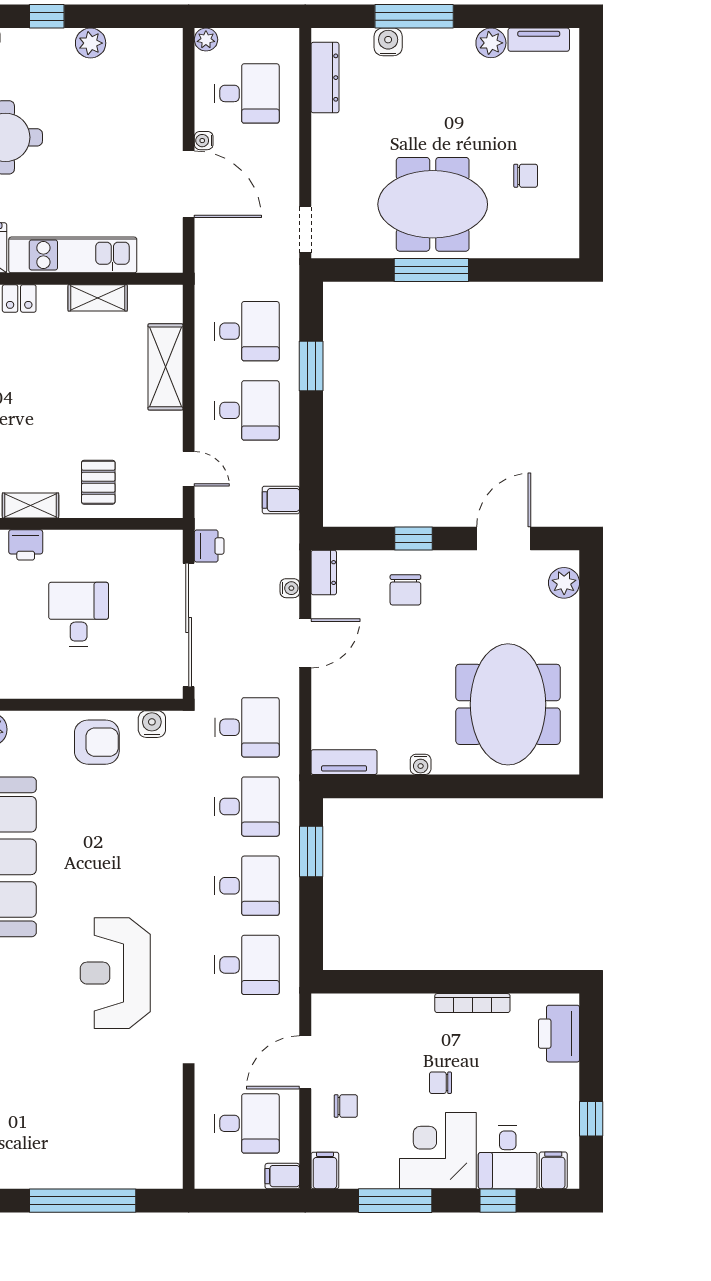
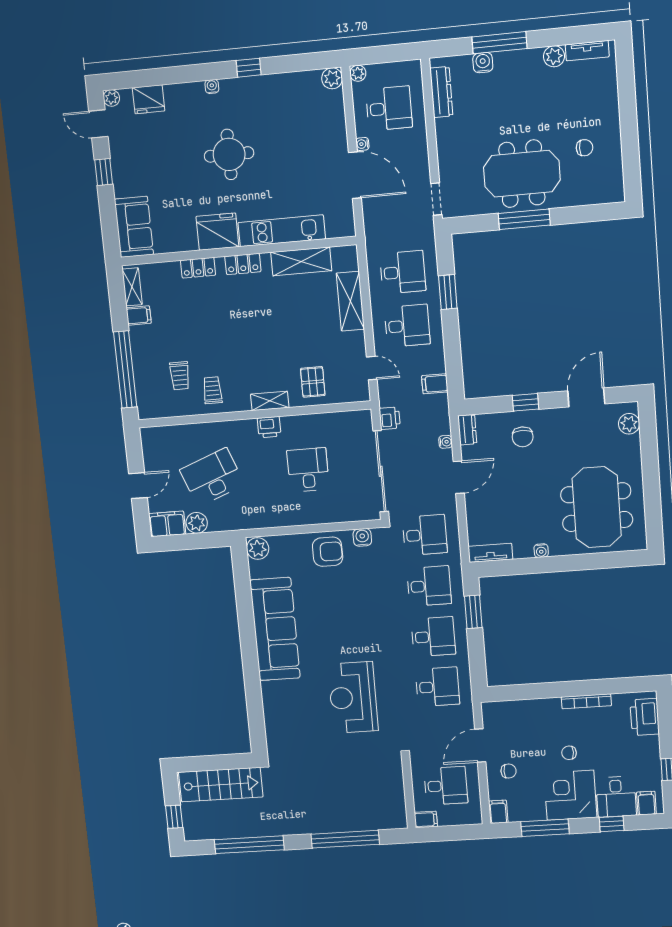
plant: (91, 43) -> (332, 78), moved
shelving: (98, 298) -> (301, 261), width x1.50, depth x1.33
filing cabinet: (282, 1176) -> (426, 819), moved, turned 180

